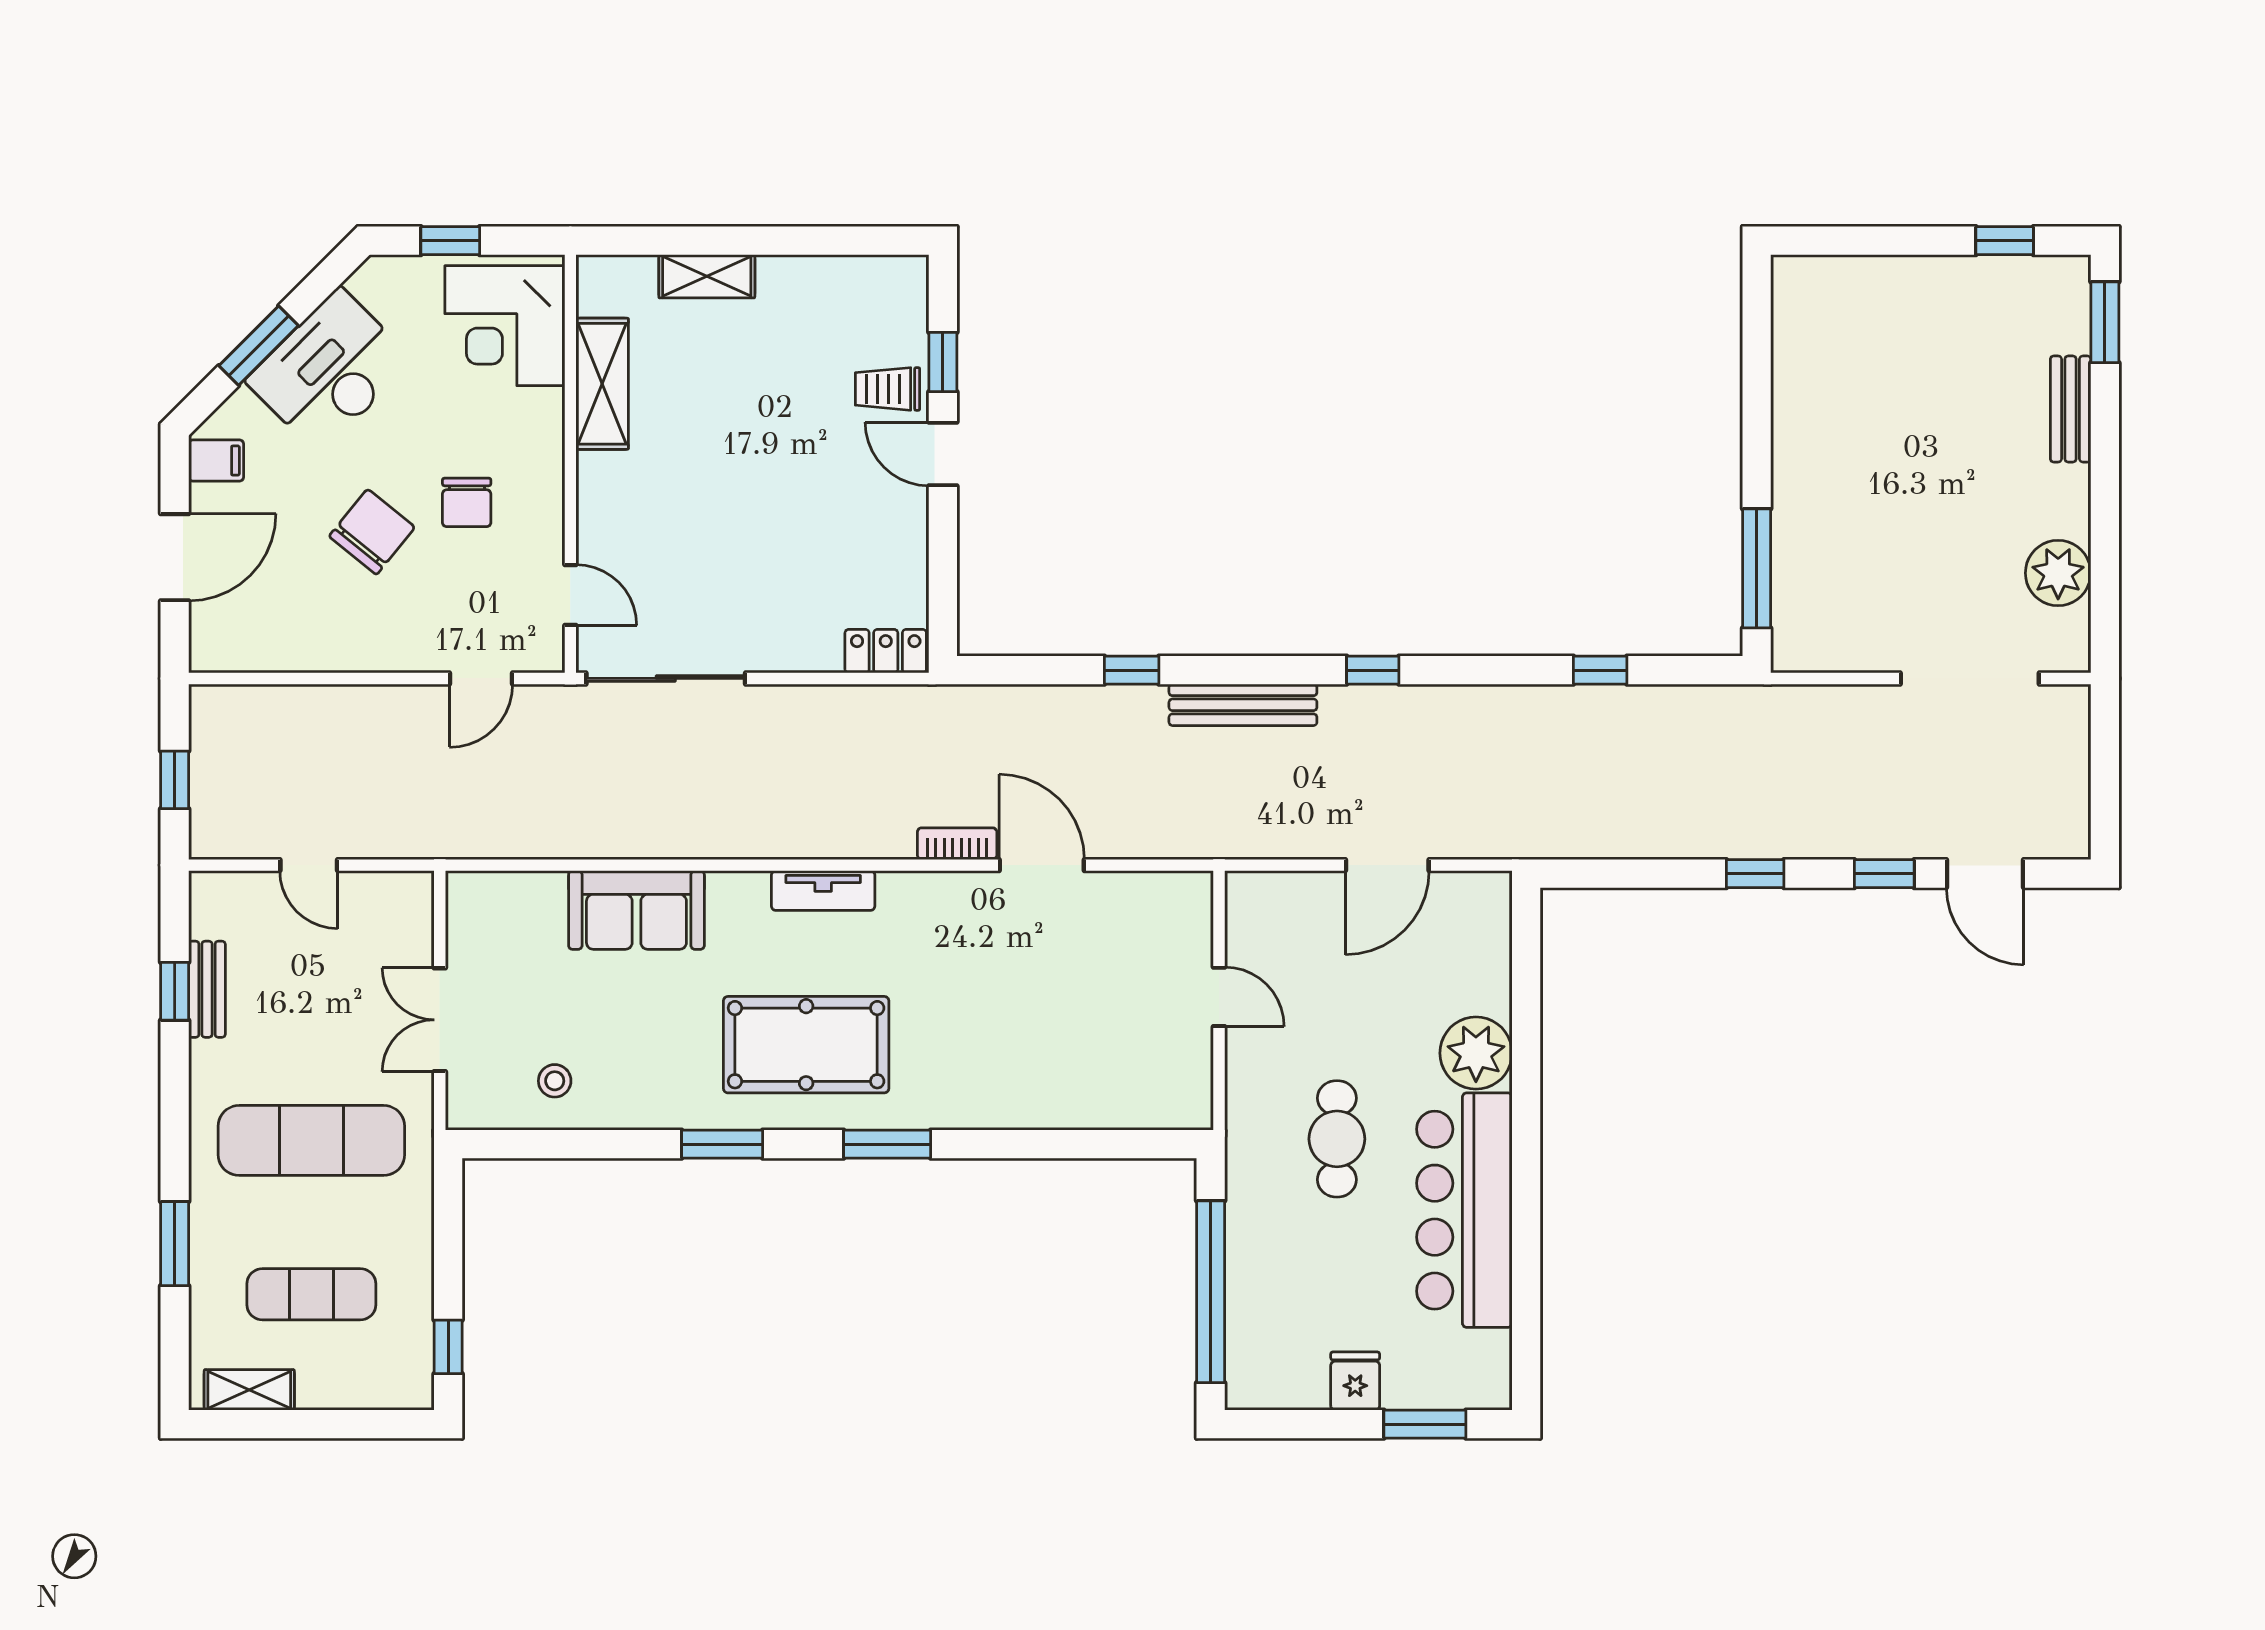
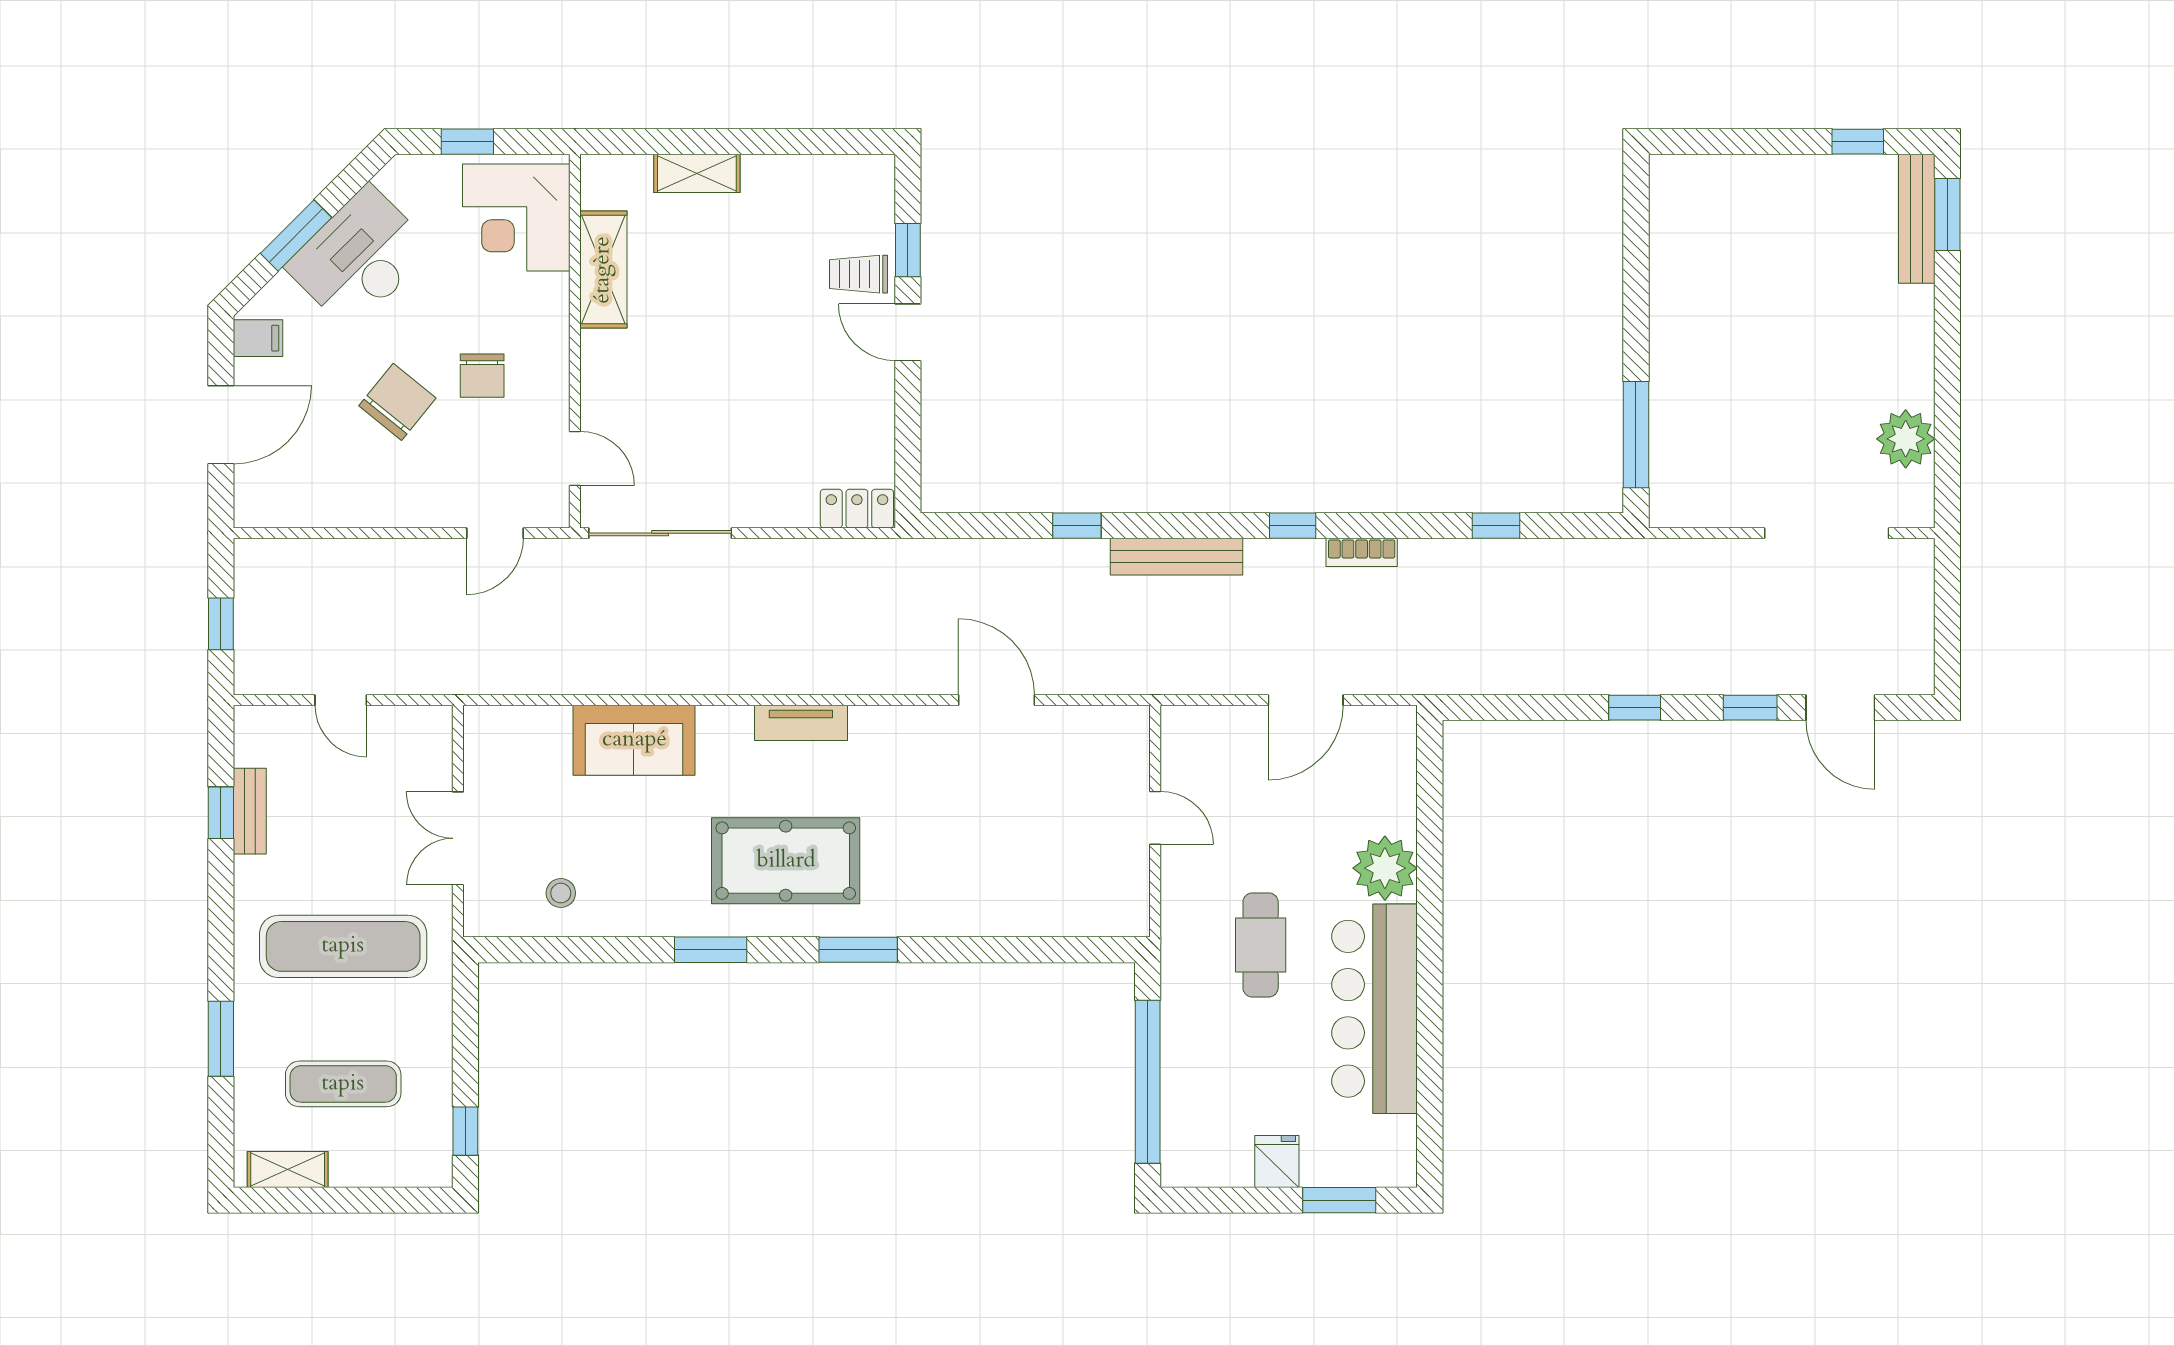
bench: (2071, 409) -> (1917, 219), moved, width x1.36
bookcase: (957, 844) -> (1362, 552), moved, turned 180

